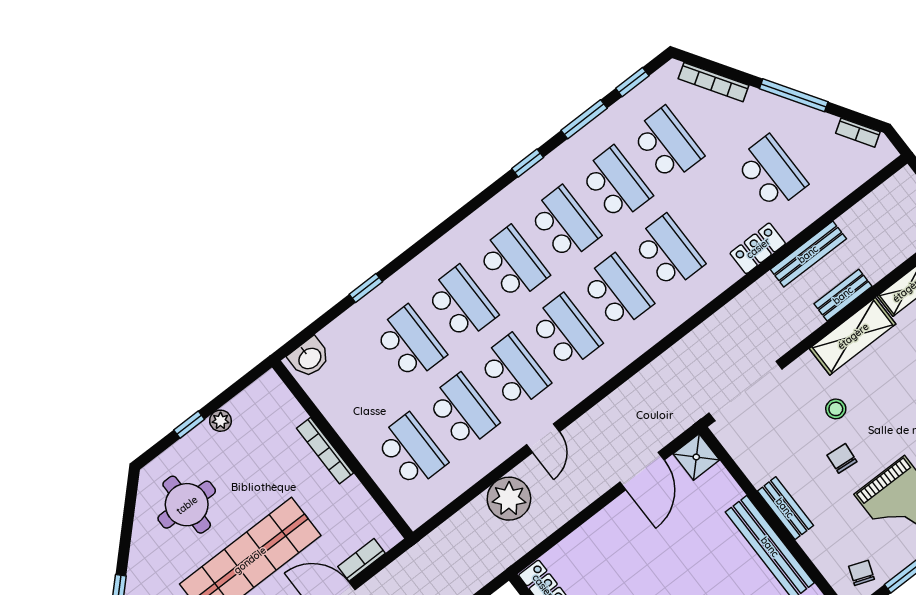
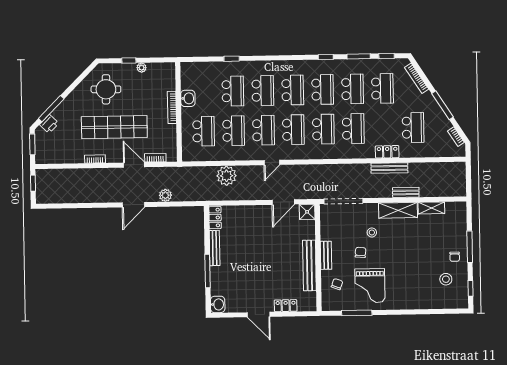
bench: (808, 254) -> (389, 168), moved
washbasin: (309, 358) -> (188, 98), moved, turned -90
door: (543, 438) -> (272, 162), moved
chair: (862, 573) -> (337, 284), moved

